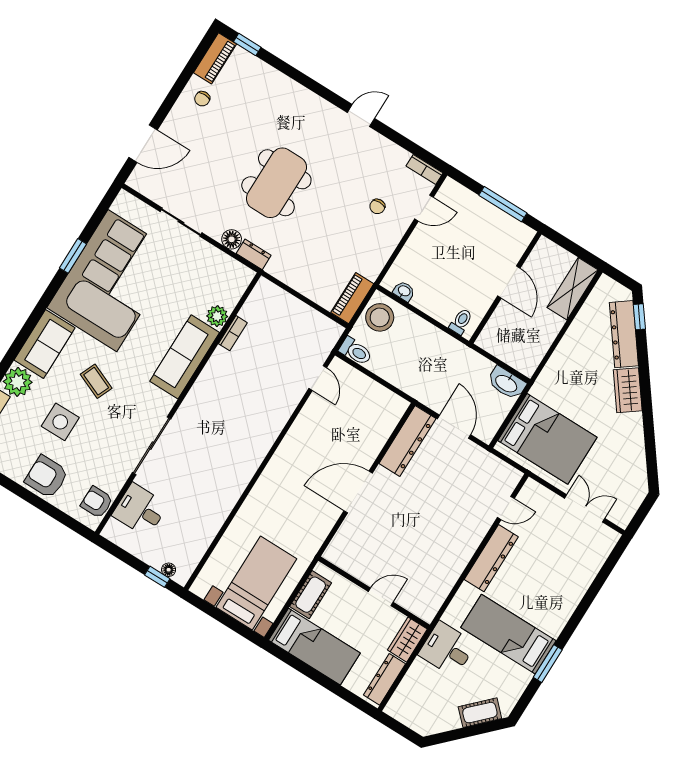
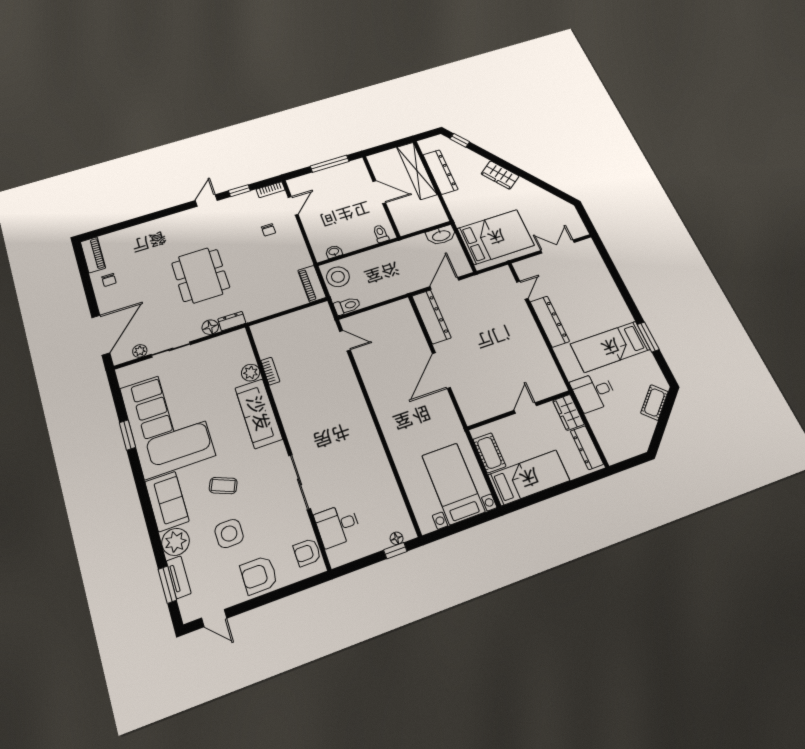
window: (247, 44) -> (239, 191), moved
door: (143, 144) -> (101, 335), width x1.36
plant: (157, 194) -> (140, 351), added
shelving: (573, 289) -> (417, 171), width x1.47
dresser: (624, 334) -> (440, 172), moved, turned -143
door: (454, 427) -> (445, 283), hinge flipped

